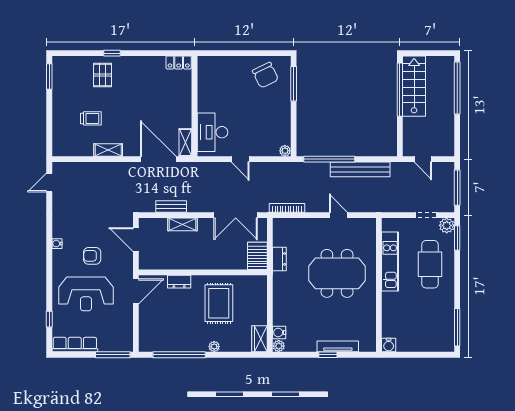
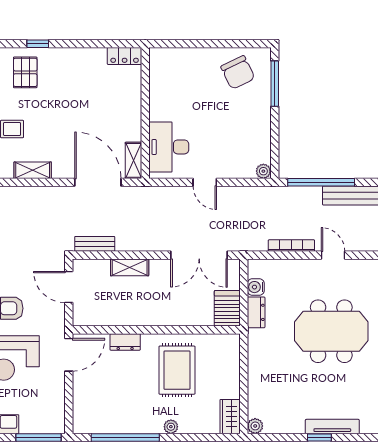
bench: (171, 206) -> (95, 244), moved
bookcase: (287, 208) -> (291, 246), moved
water cooler: (279, 332) -> (256, 287), moved

